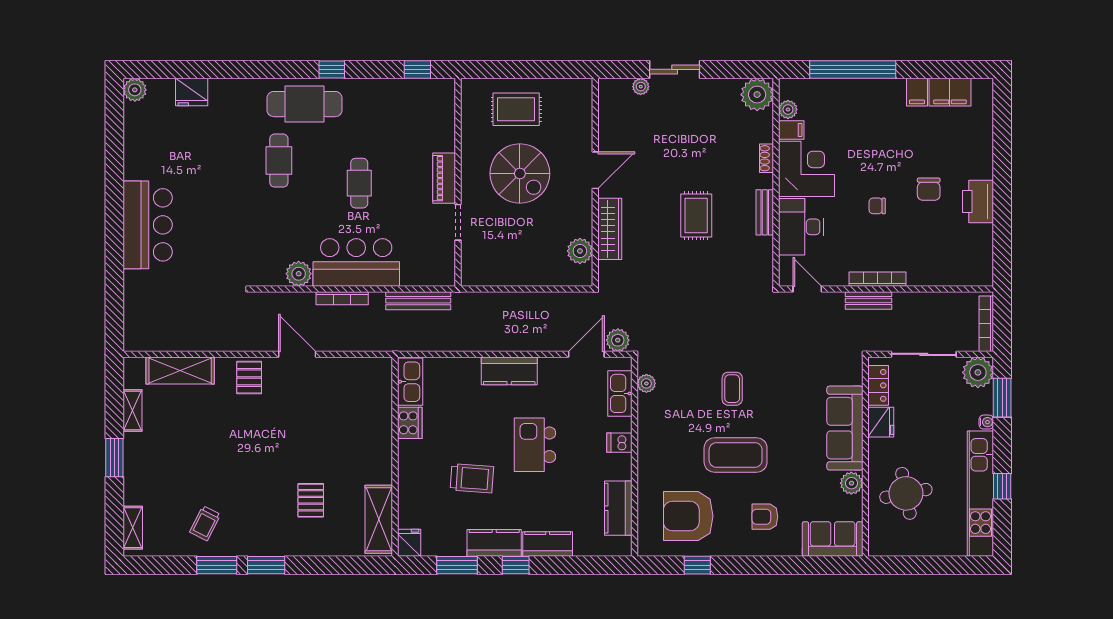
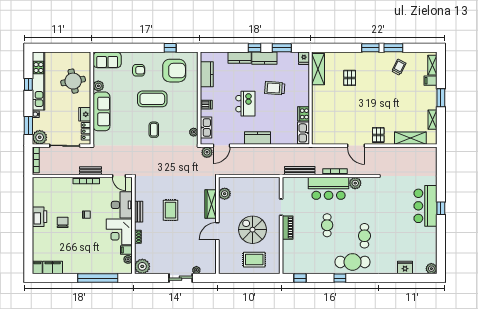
filing cabinet: (917, 92) -> (37, 268), moved
window: (114, 220) -> (441, 208), added
filing cabinet: (137, 494) -> (430, 81), added

